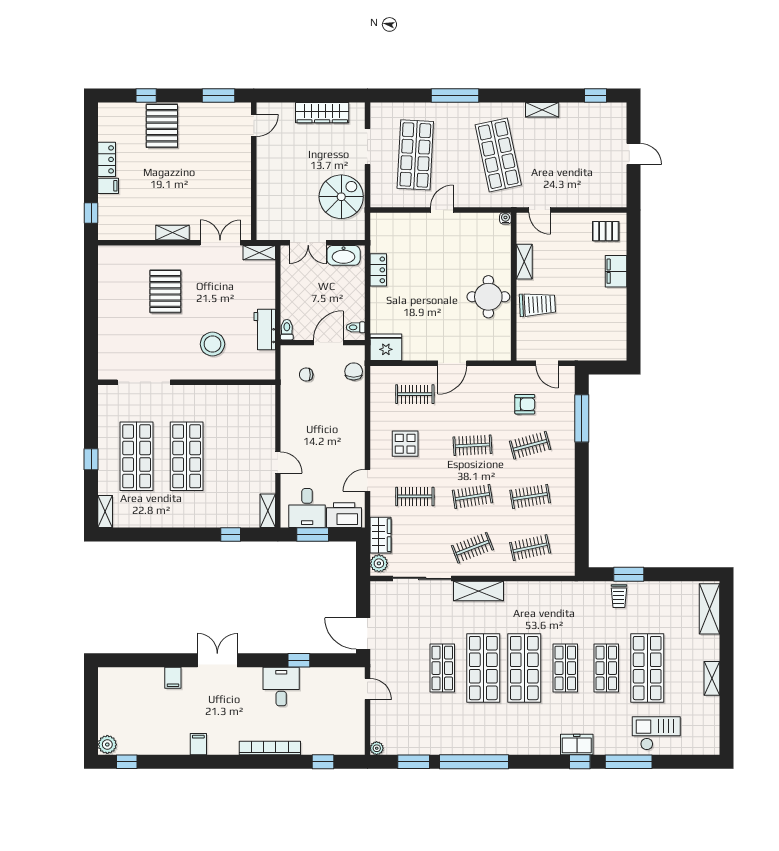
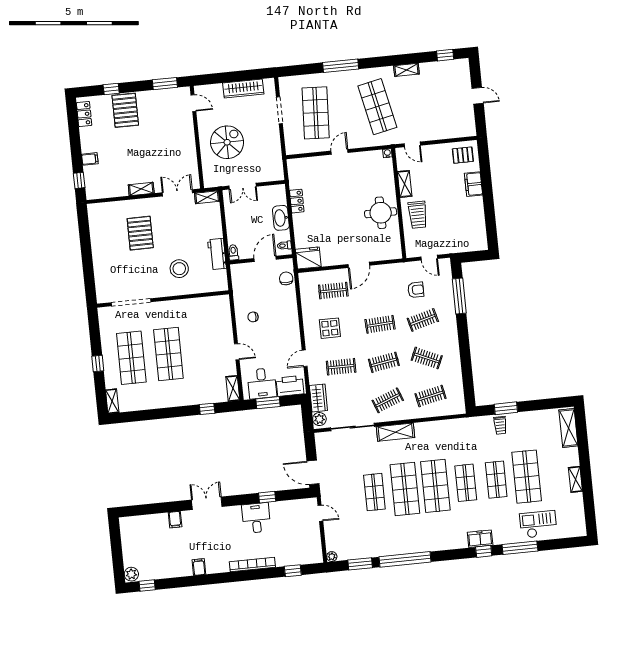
door: (254, 125) -> (193, 103), hinge flipped
locker: (107, 159) -> (84, 114), moved
spiral stairs: (341, 197) -> (227, 142), moved
washbasin: (344, 255) -> (281, 218), moved, turned 90
trolley: (537, 305) -> (418, 215), turned 93
chair: (306, 375) -> (253, 317), moved
clothes rail: (530, 496) -> (427, 358), turned 33

